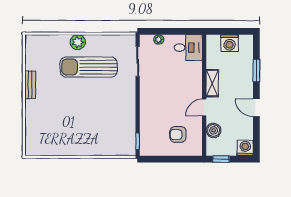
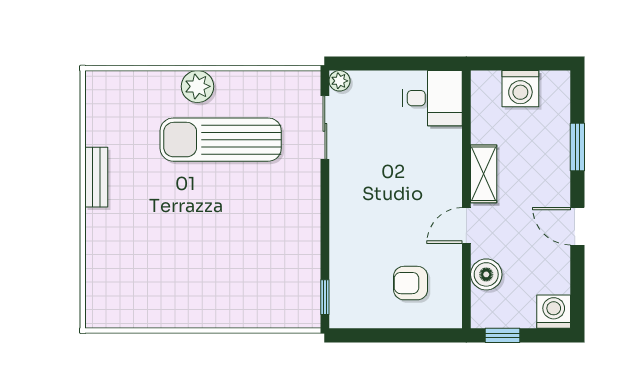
plant: (159, 39) -> (339, 81), moved

